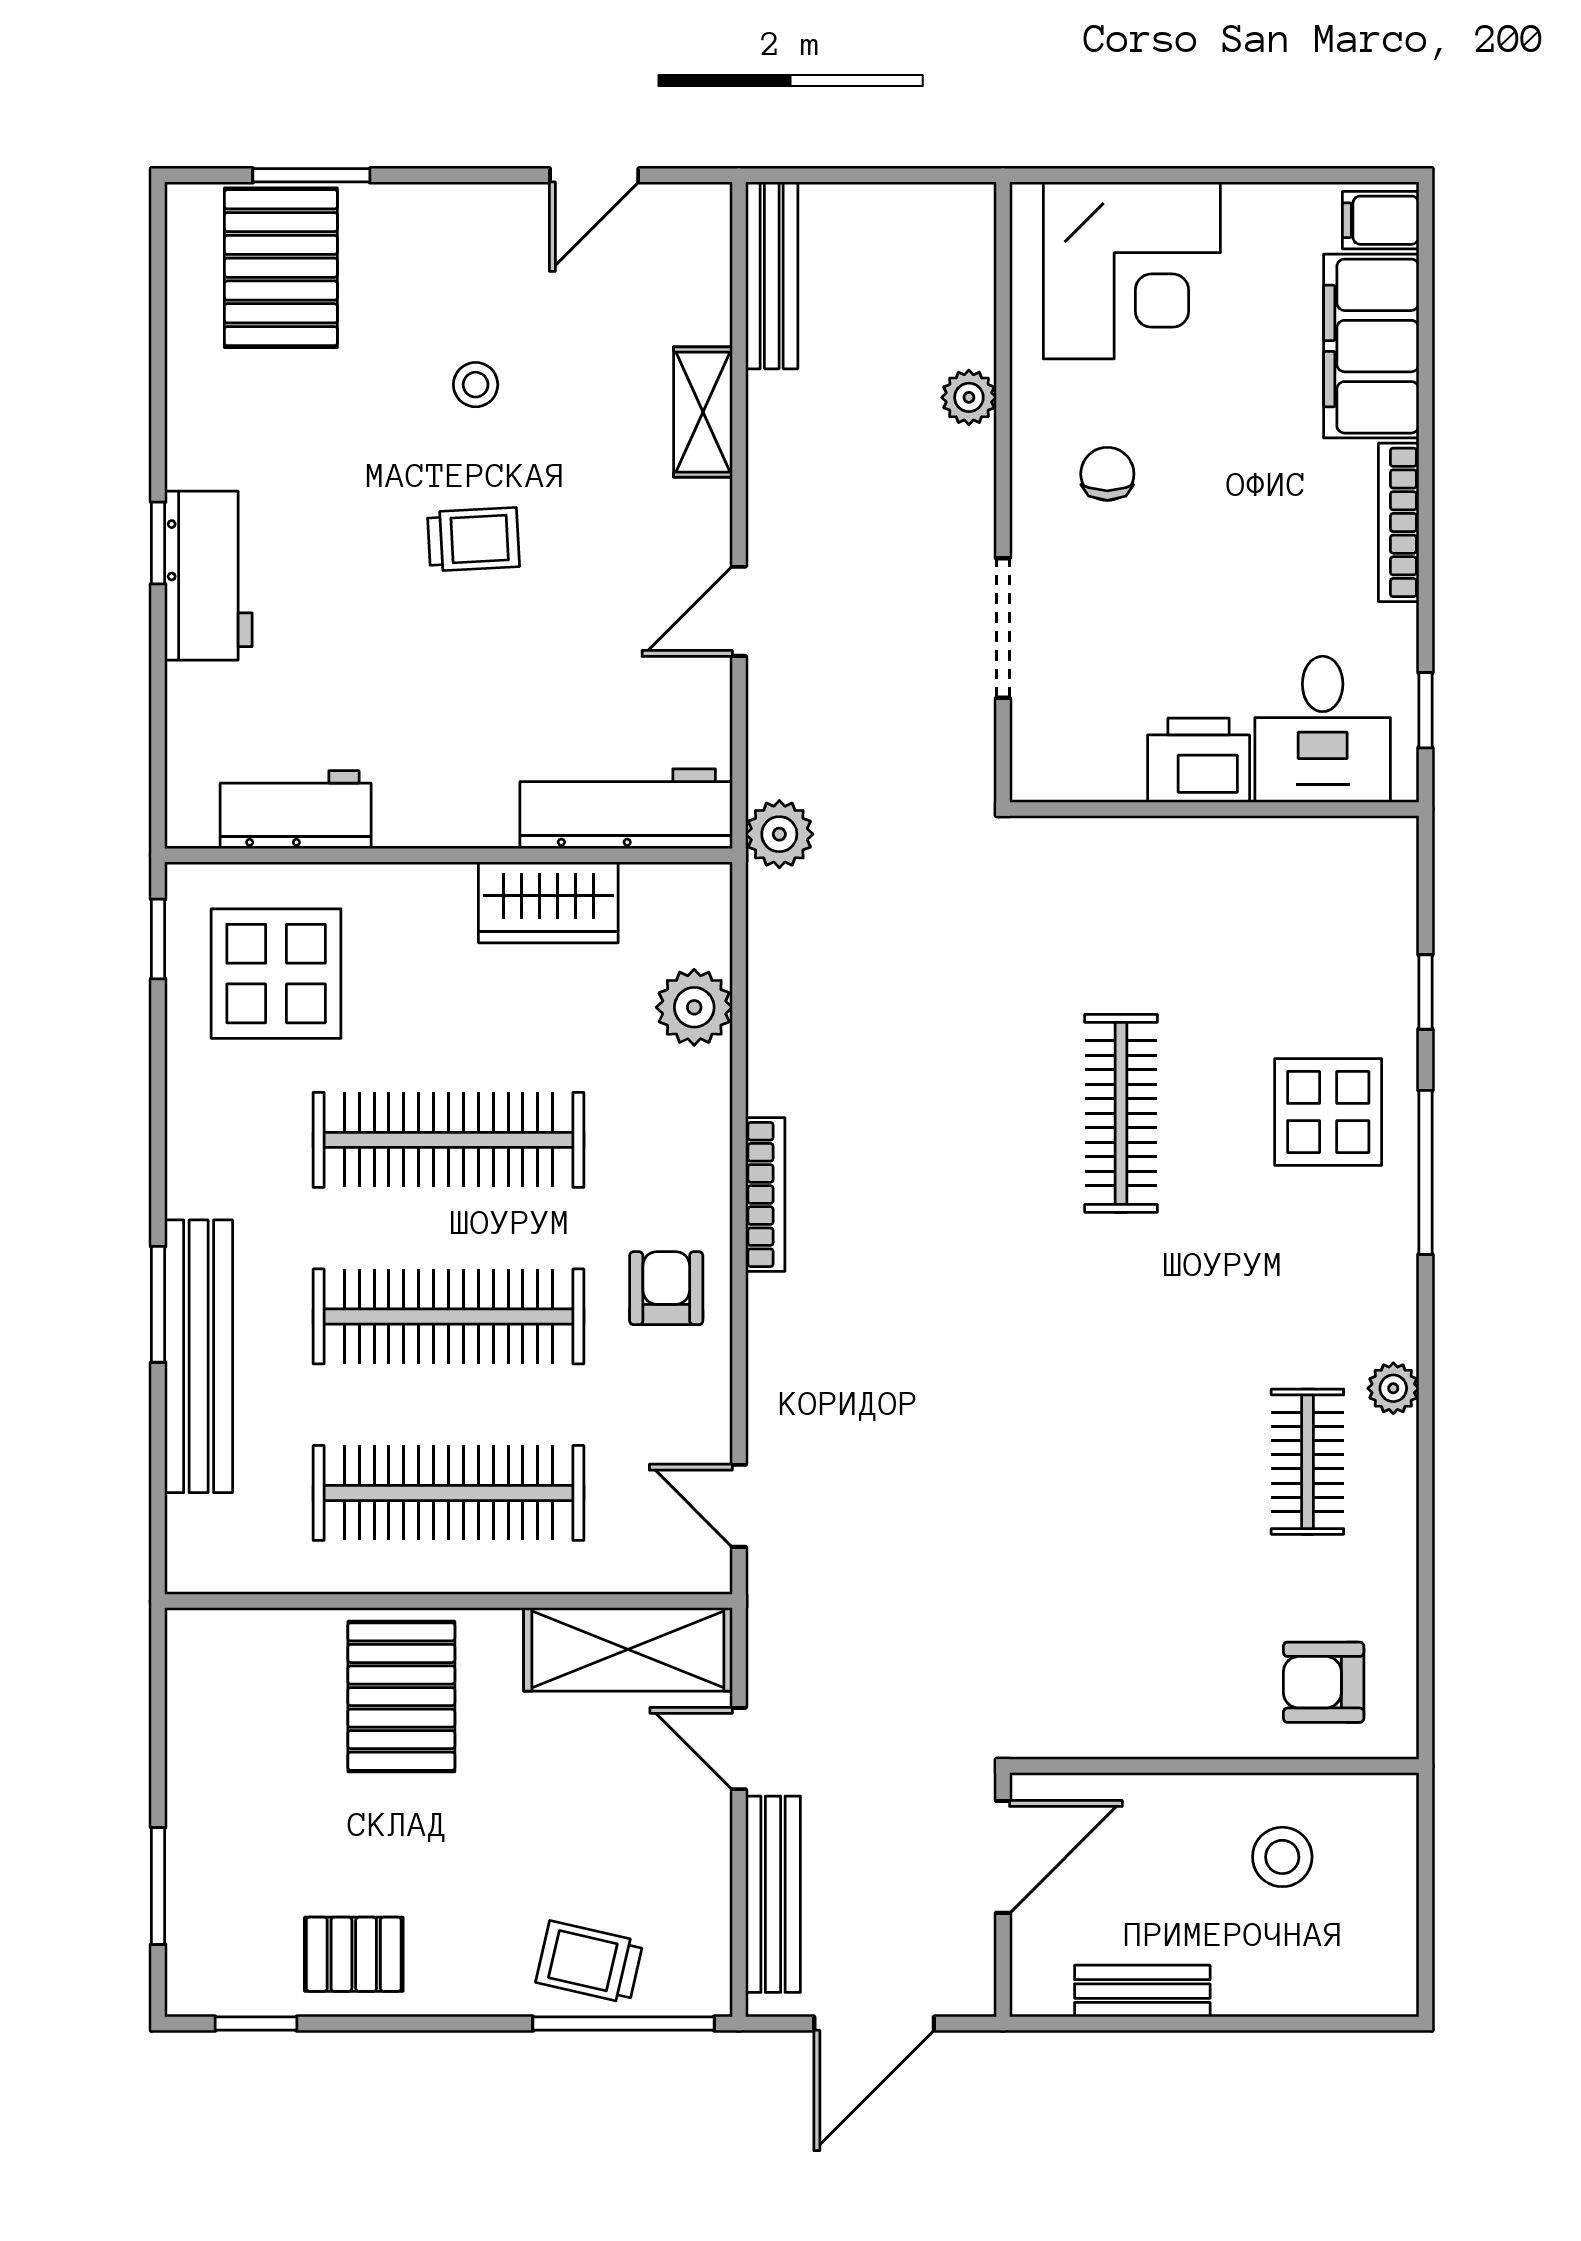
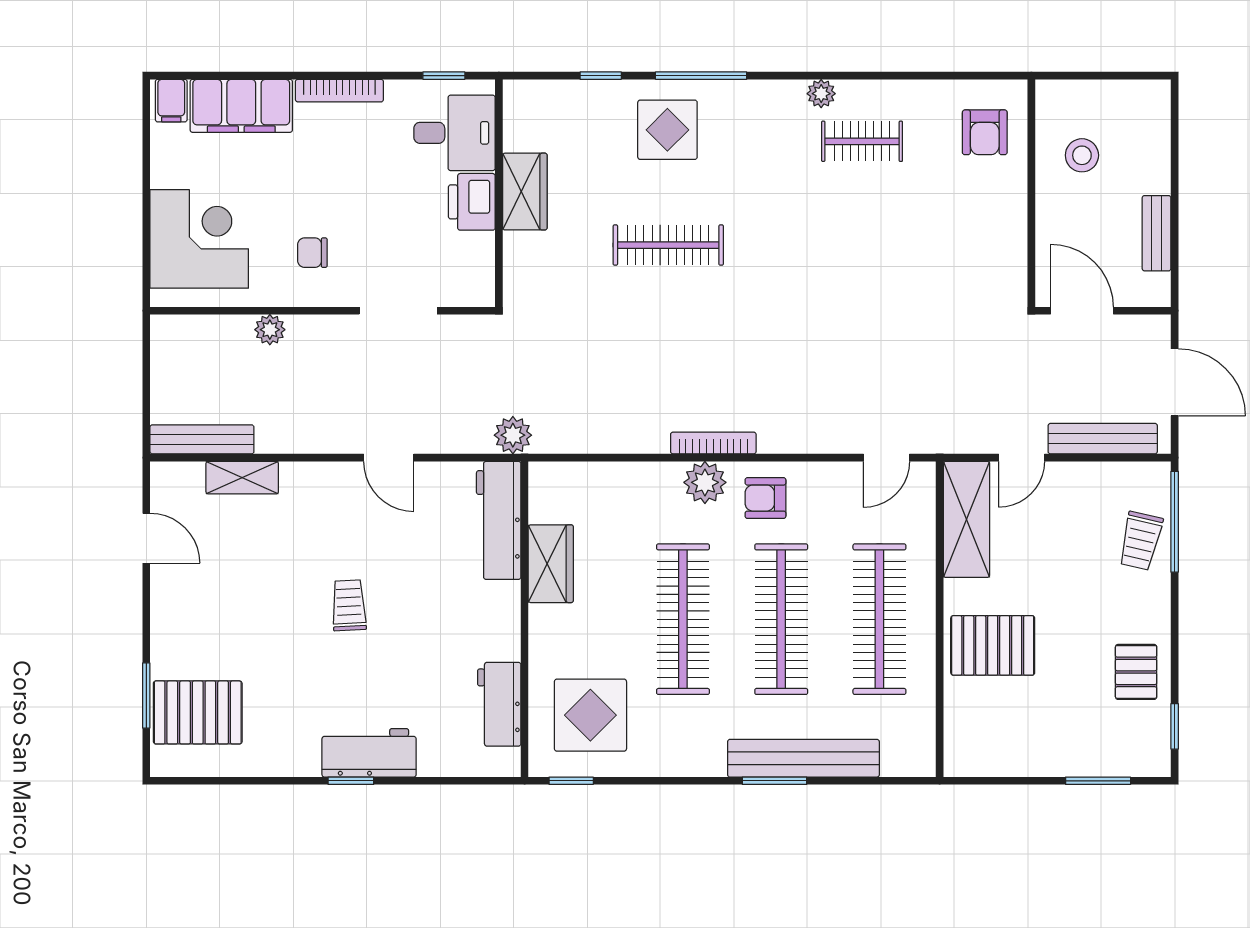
stool: (476, 385) -> (263, 604), removed
shelving: (703, 412) -> (242, 478), moved
wardrobe: (1217, 856) -> (525, 192), added
plant: (694, 1007) -> (705, 482), moved

